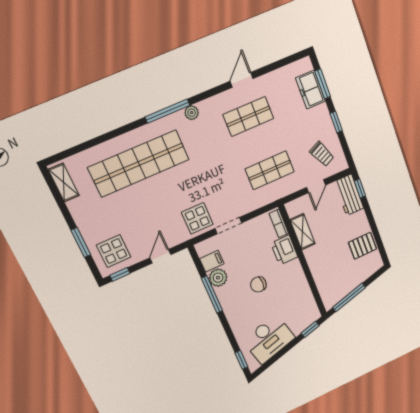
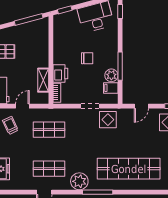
plant: (192, 113) -> (79, 181), width x1.88, depth x1.88

